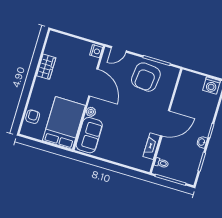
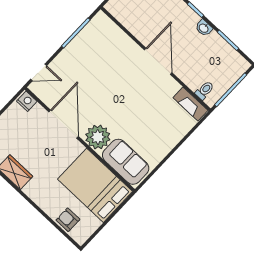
door: (119, 49) -> (39, 72), hinge flipped
armchair: (146, 77) -> (89, 56), removed
door: (93, 82) -> (64, 124), hinge flipped
plant: (91, 112) -> (98, 137), width x1.87, depth x1.87
fireplace: (152, 146) -> (190, 104), moved

